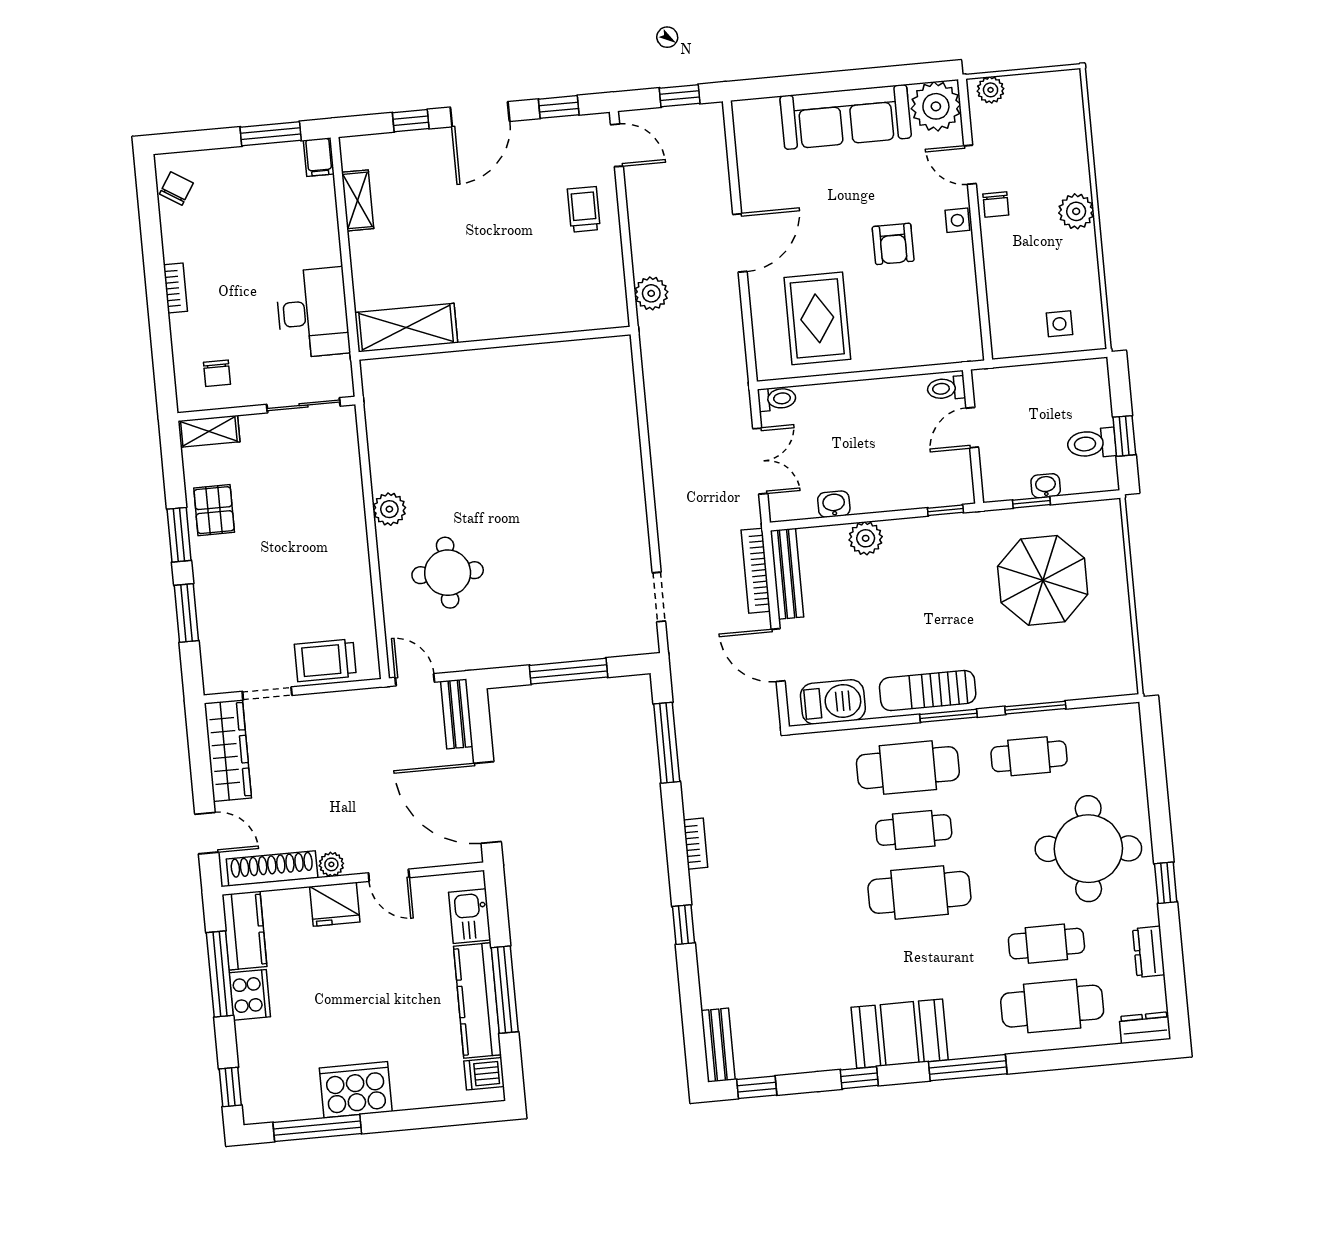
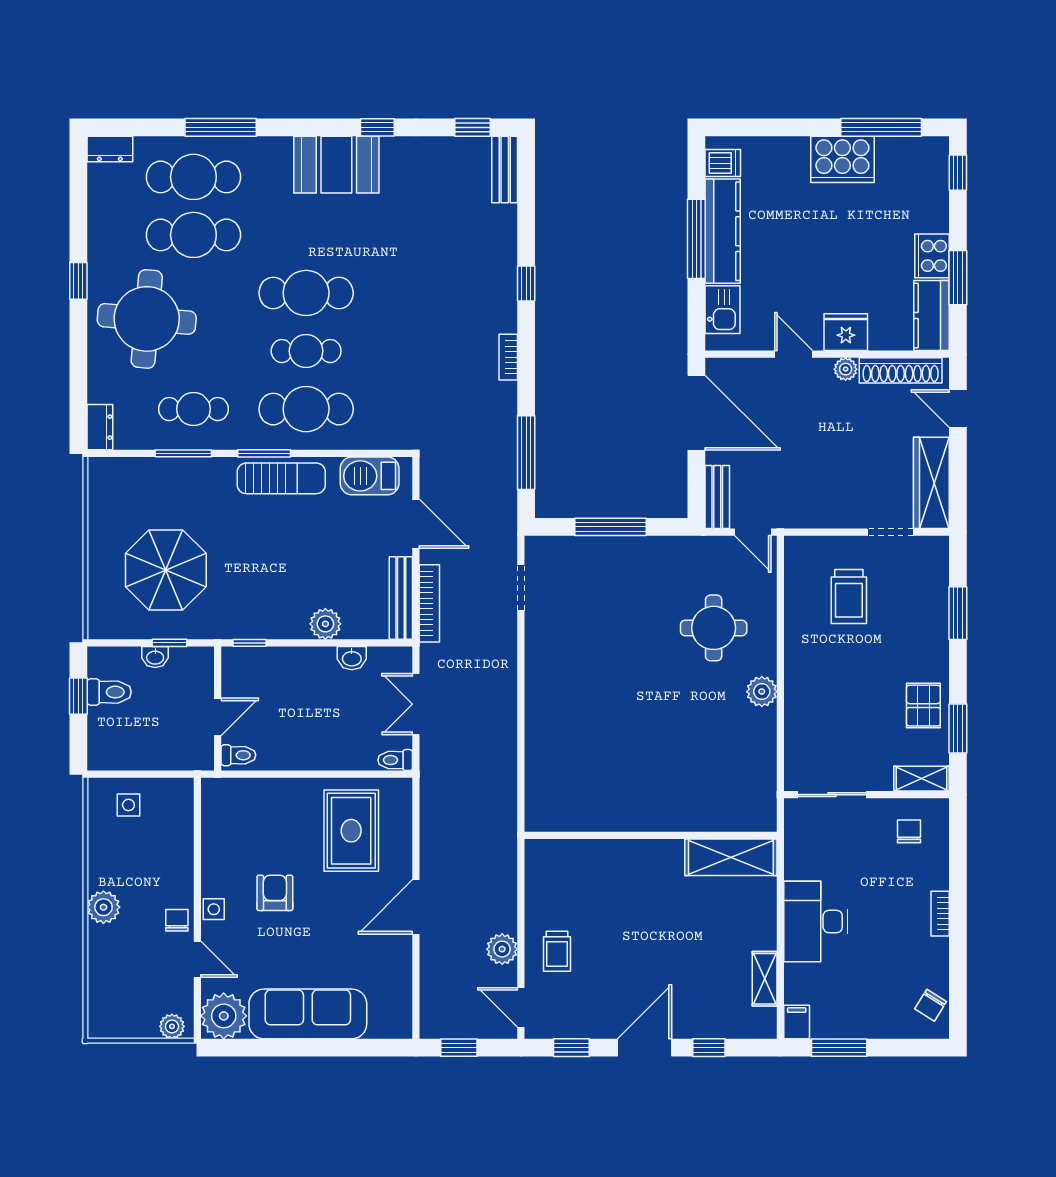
plant: (651, 293) -> (502, 949), moved
desk: (313, 313) -> (816, 922), moved
window: (179, 535) -> (958, 729), moved
trolley: (325, 660) -> (849, 596), moved, turned 90
cafe table: (1046, 944) -> (193, 235), width x1.37, depth x1.35
dresser: (1149, 952) -> (100, 427), moved
window: (220, 974) -> (958, 278), width x0.69
window: (968, 1068) -> (221, 127), moved

